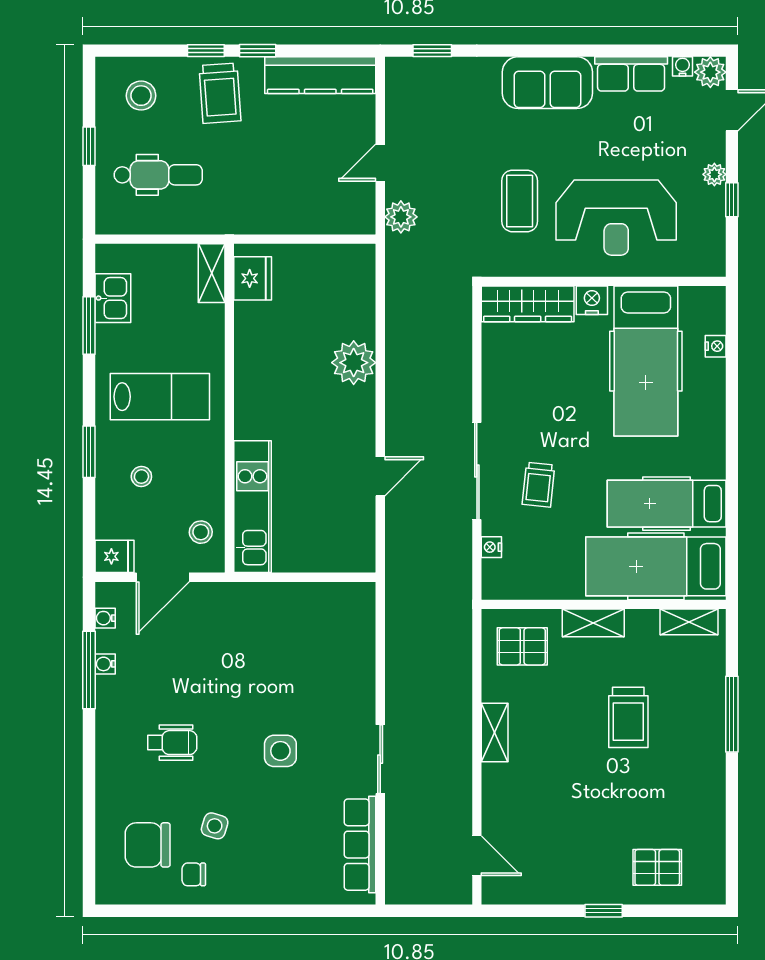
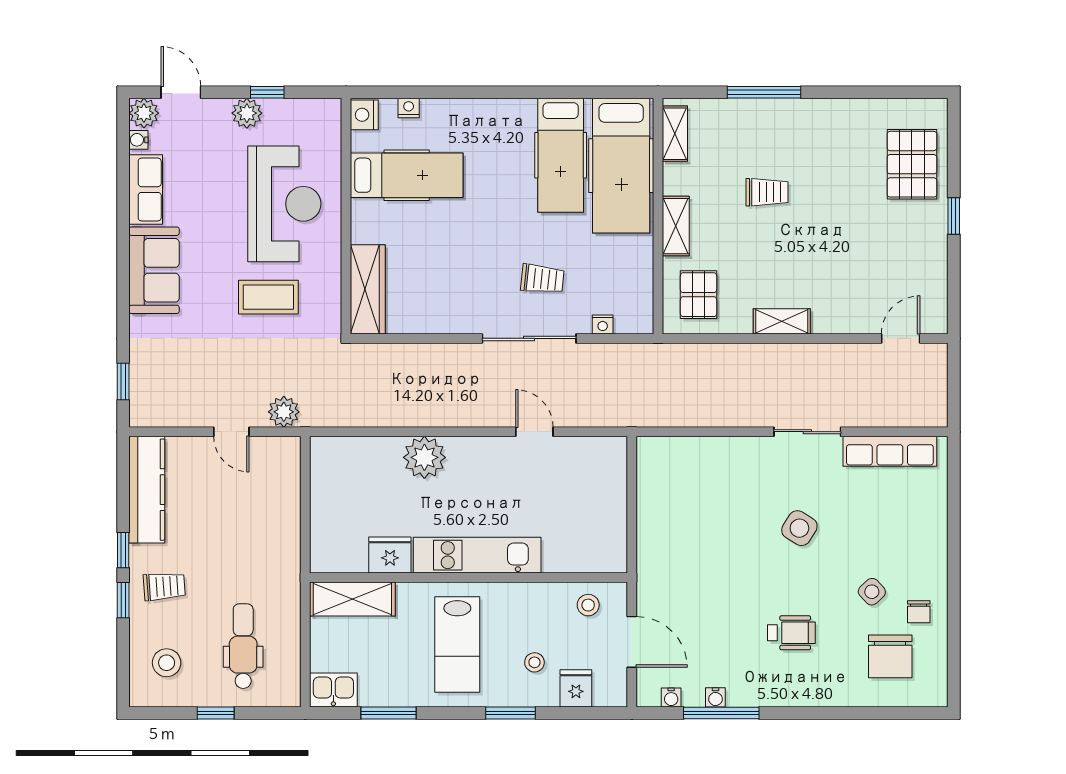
trolley: (220, 93) -> (164, 586), width x0.73, depth x0.72
plant: (714, 174) -> (247, 113), width x1.38, depth x1.38
shelving: (212, 273) -> (352, 599), width x1.50, depth x1.33
fridge: (253, 278) -> (390, 555), moved
kitchen sink: (113, 298) -> (333, 690), moved
nightstand: (592, 300) -> (364, 115), moved
hospital bed: (646, 361) -> (407, 175), width x0.73, depth x0.78
lab bench: (160, 397) -> (457, 645), turned 180
kitchen unit: (252, 507) -> (477, 555), moved
fridge: (114, 556) -> (576, 688), moved
trolley: (628, 717) -> (767, 192), width x0.73, depth x0.72
wheelchair: (172, 743) -> (791, 633), turned 90
side table: (280, 751) -> (799, 528), turned 32
side table: (215, 826) -> (872, 592), turned 30
pallet: (657, 867) -> (912, 164), width x1.50, depth x1.42

